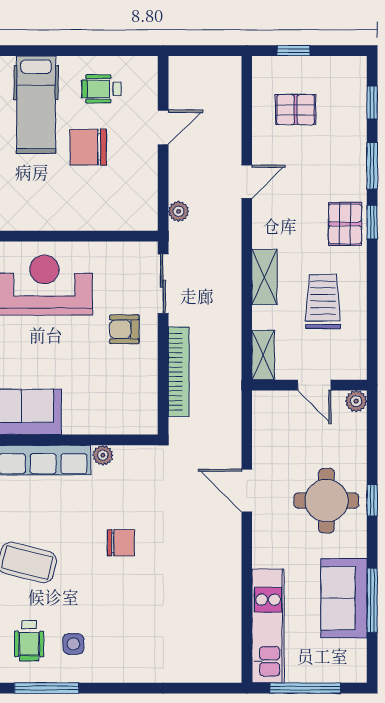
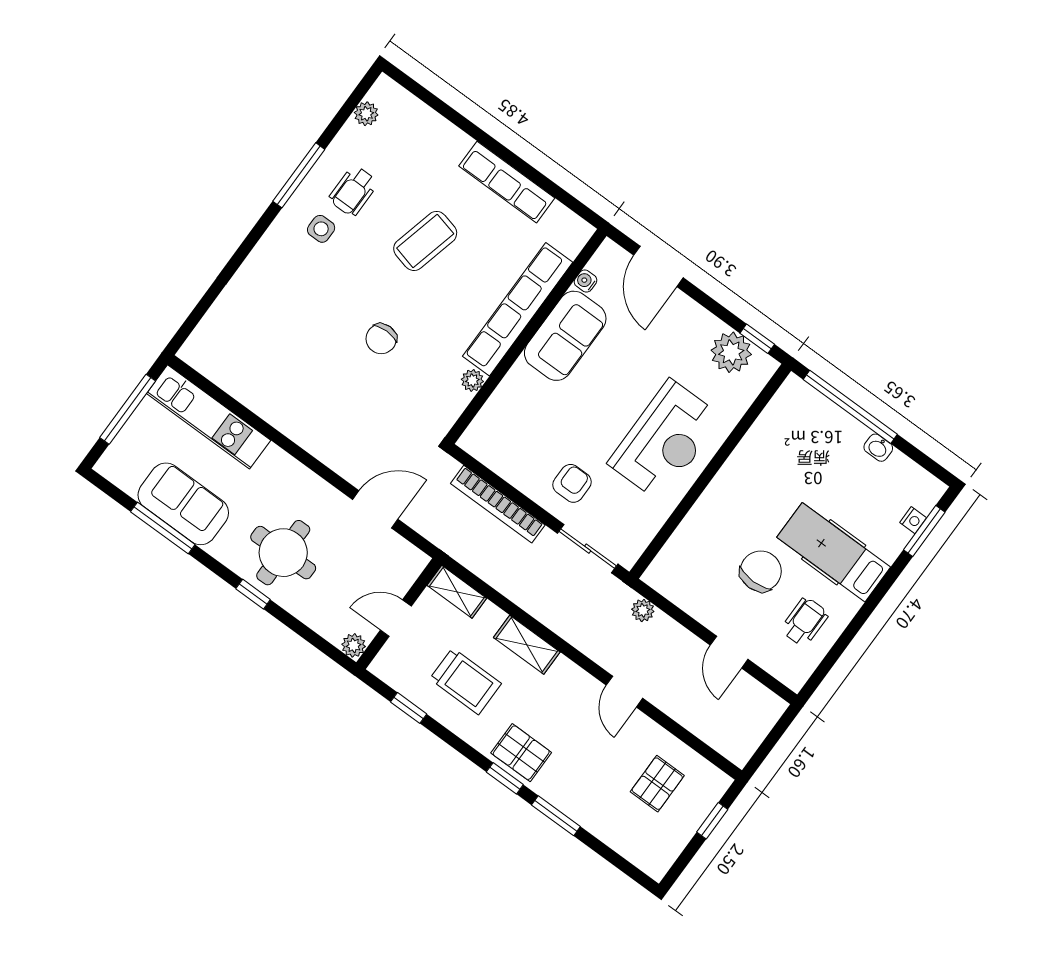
window: (372, 102) -> (409, 708), moved
door: (247, 491) -> (375, 509), moved
wheelchair: (29, 641) -> (353, 191), turned -90

